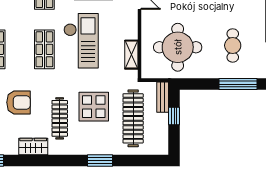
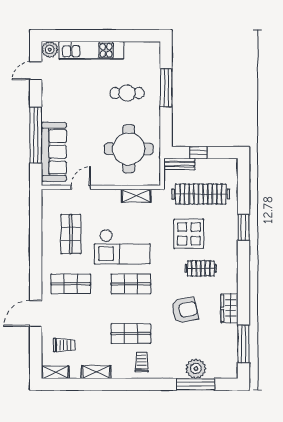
checkout: (81, 41) -> (122, 247), turned 180
armchair: (19, 102) -> (185, 310), turned 78
clothes rail: (60, 118) -> (201, 268), width x0.73
wardrobe: (33, 147) -> (229, 308), moved

